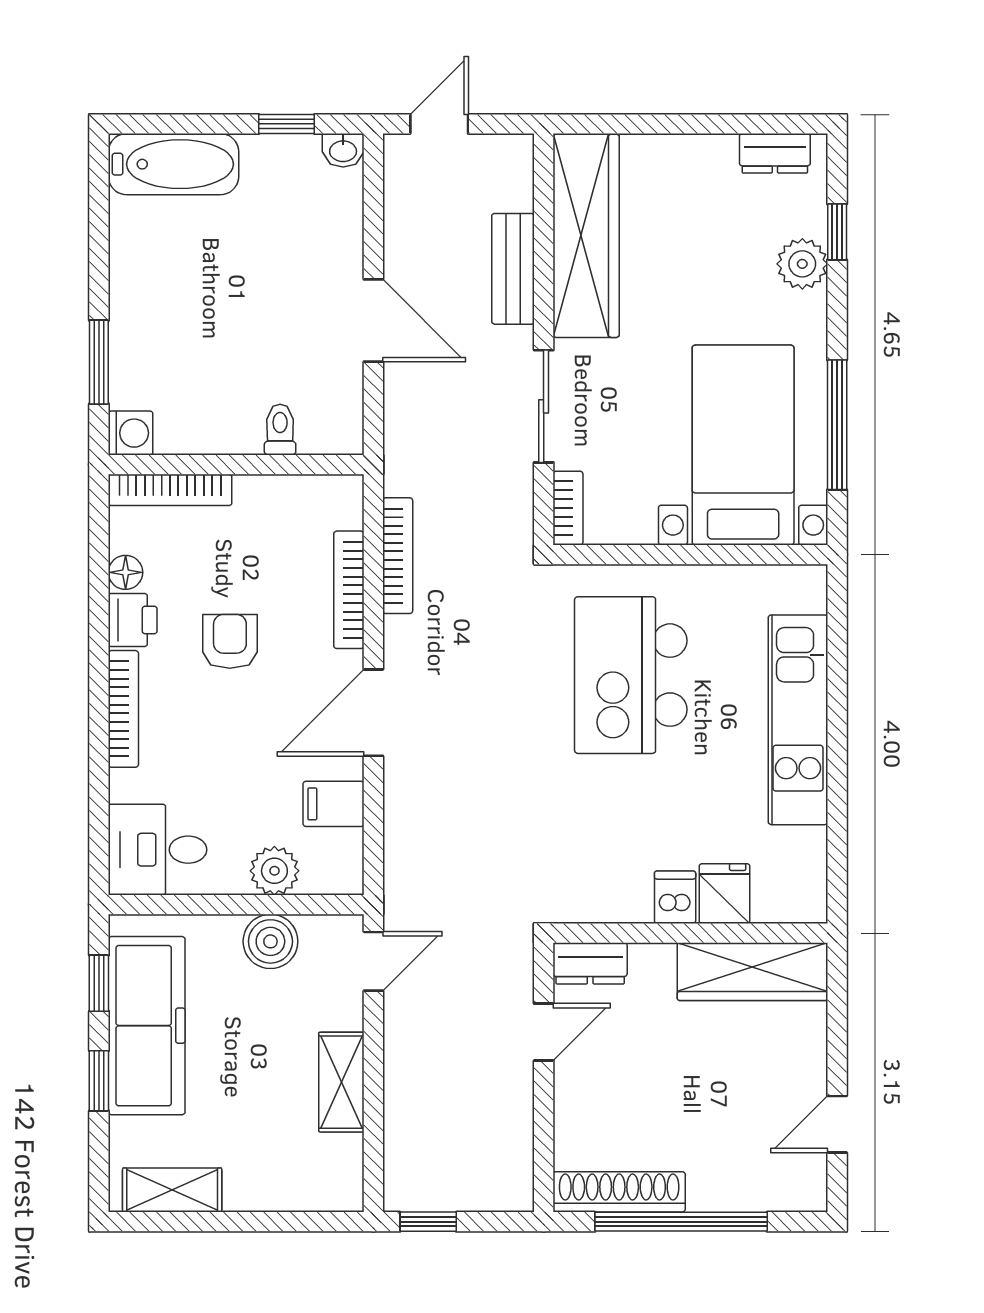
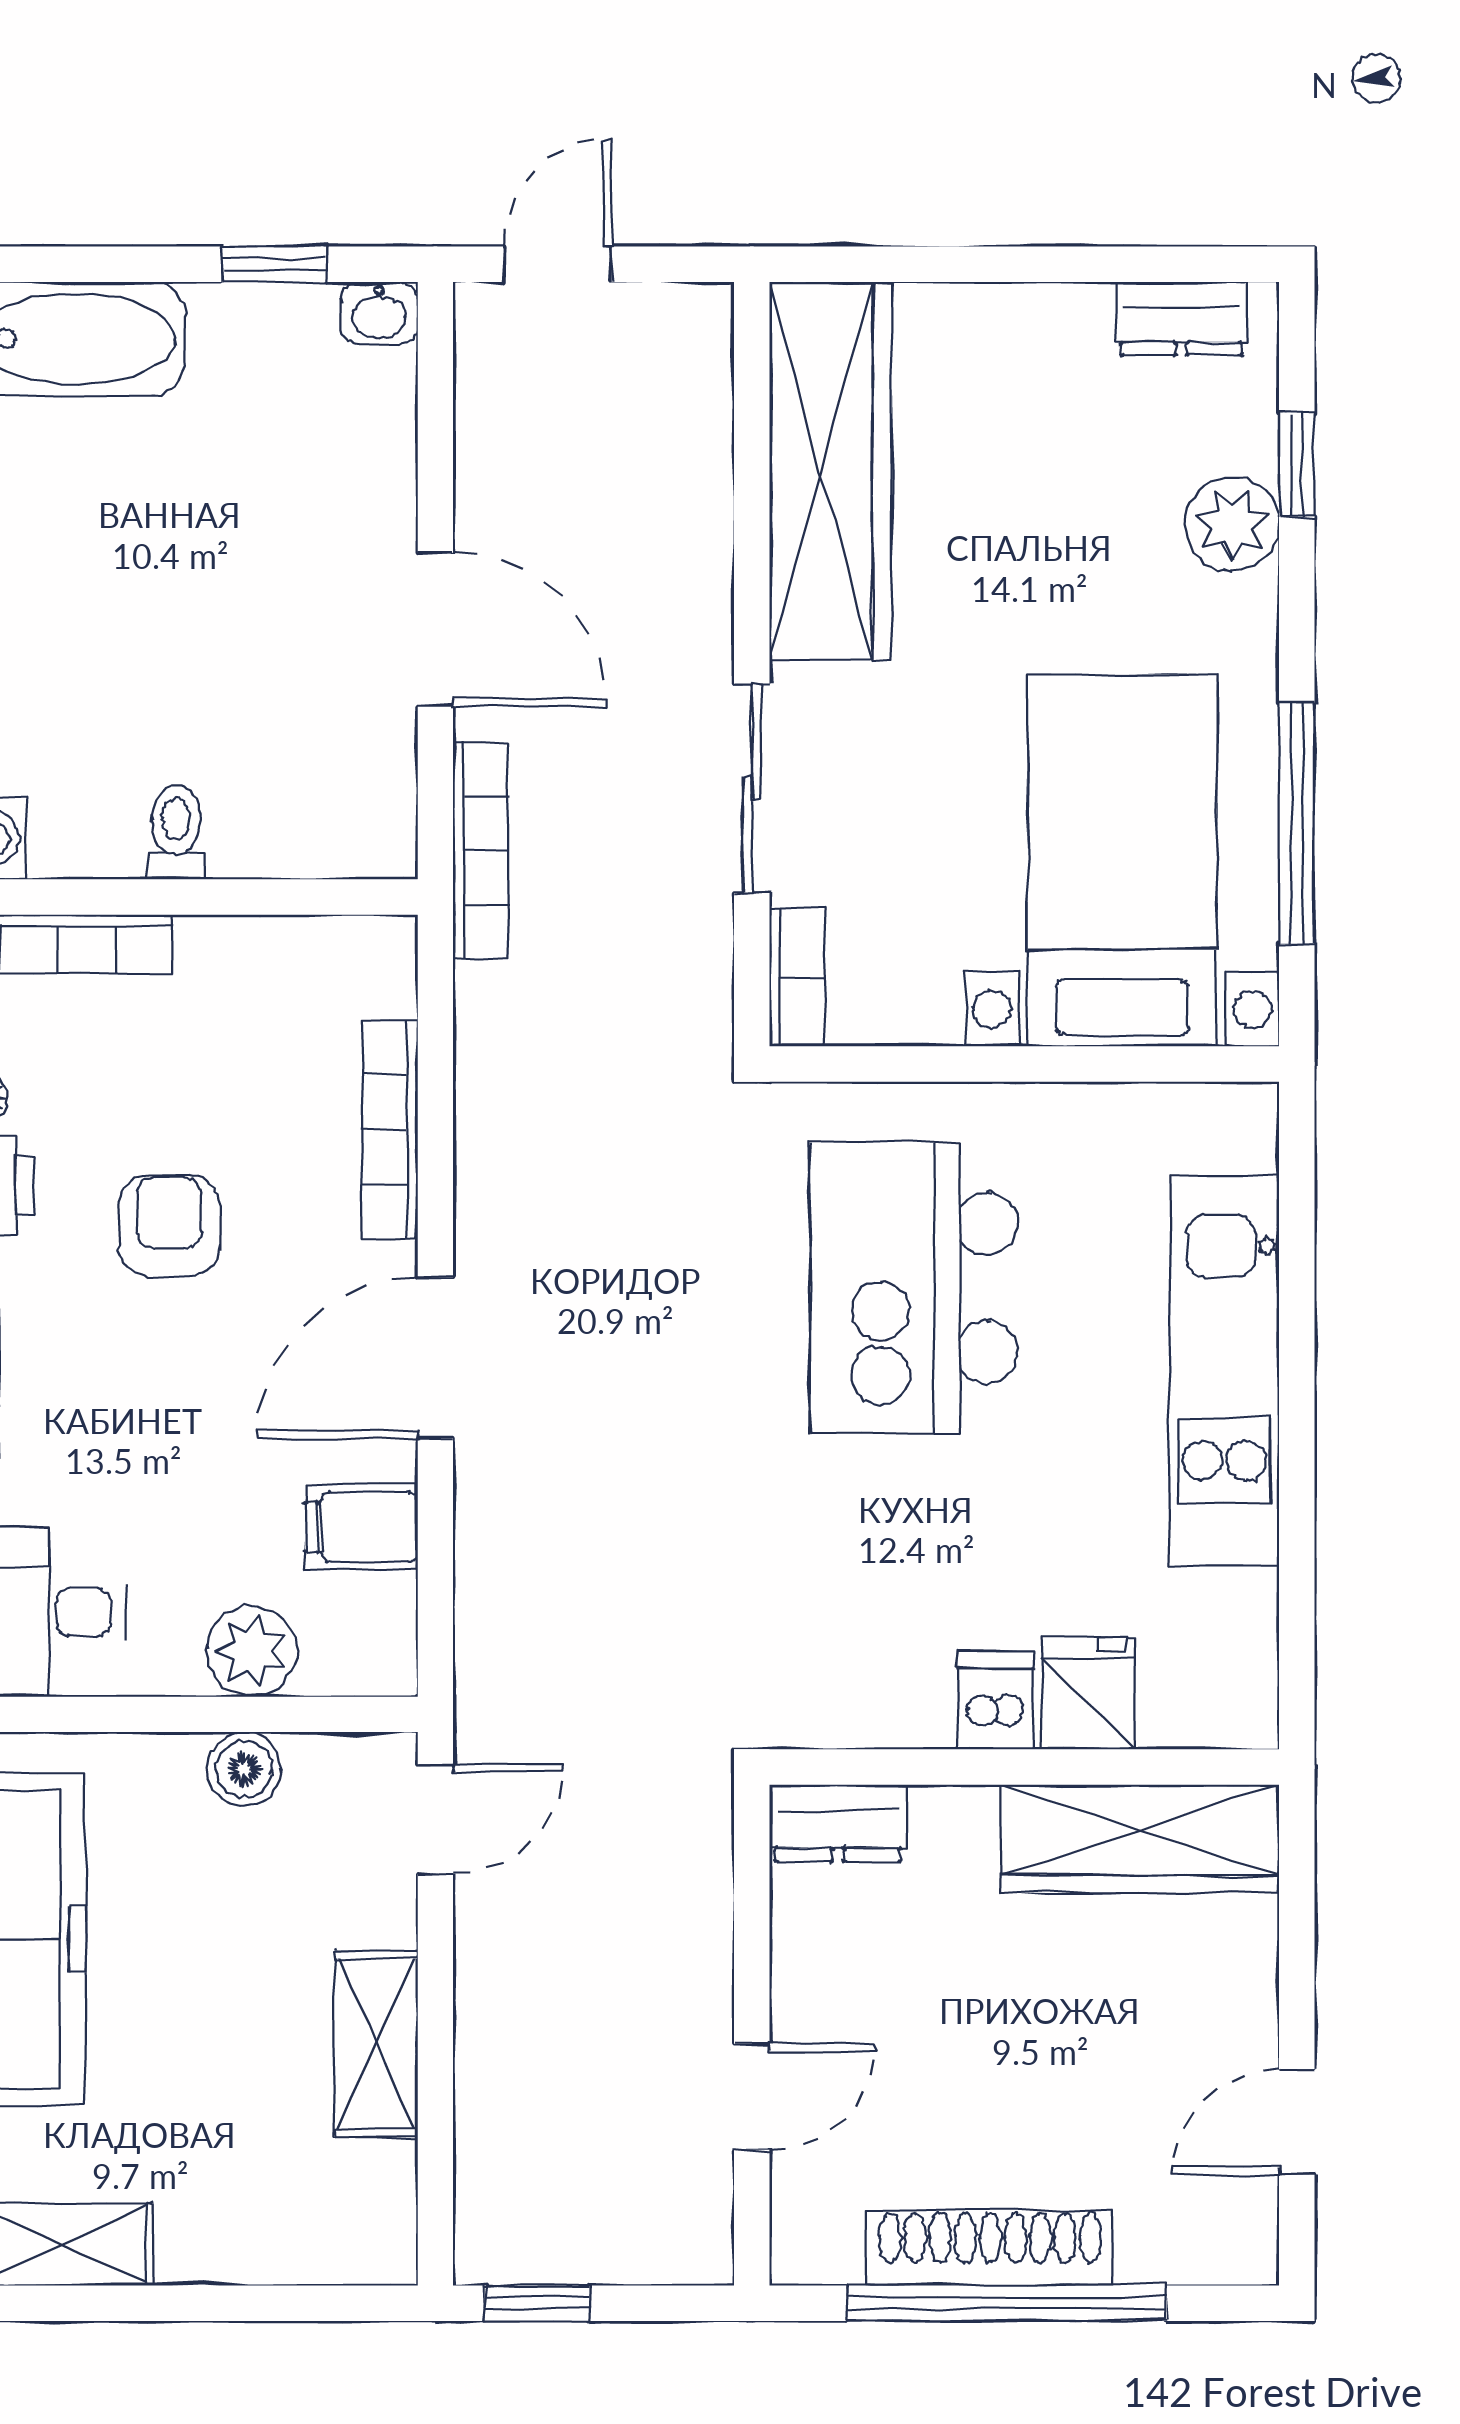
bench: (513, 269) -> (695, 533), removed
toilet: (280, 430) -> (176, 832), moved
bookcase: (398, 556) -> (481, 851), moved
boiler: (270, 941) -> (244, 1769), width x0.73, depth x0.73
door: (544, 1032) -> (752, 2097), moved
shoe rack: (619, 1192) -> (990, 2248), moved

